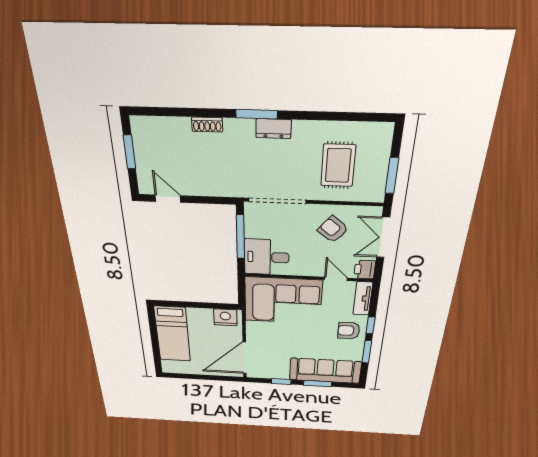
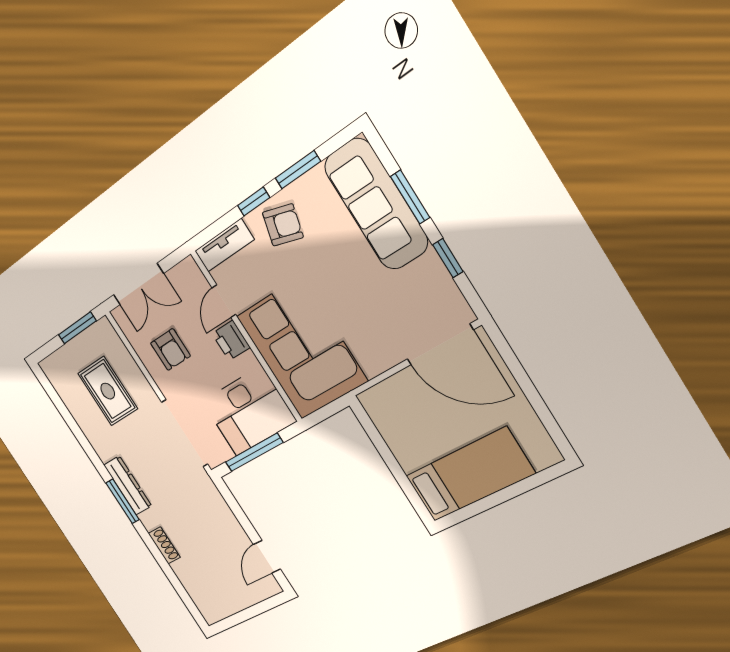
dresser: (274, 129) -> (128, 485), width x1.44
window: (130, 152) -> (244, 615), removed
rug: (338, 165) -> (108, 391), turned 90
armchair: (333, 229) -> (170, 350), turned -39
desk: (267, 257) -> (249, 411), width x1.37
printer: (365, 270) -> (231, 340), moved, turned 90
nightstand: (225, 317) -> (384, 412), removed
armchair: (349, 331) -> (283, 225), turned -74

